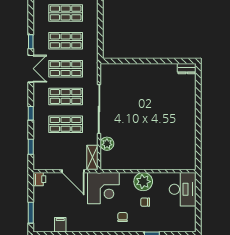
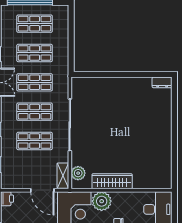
plant: (107, 144) -> (78, 173), moved
wardrobe: (139, 163) -> (112, 181), added
plant: (143, 182) -> (102, 201), moved

